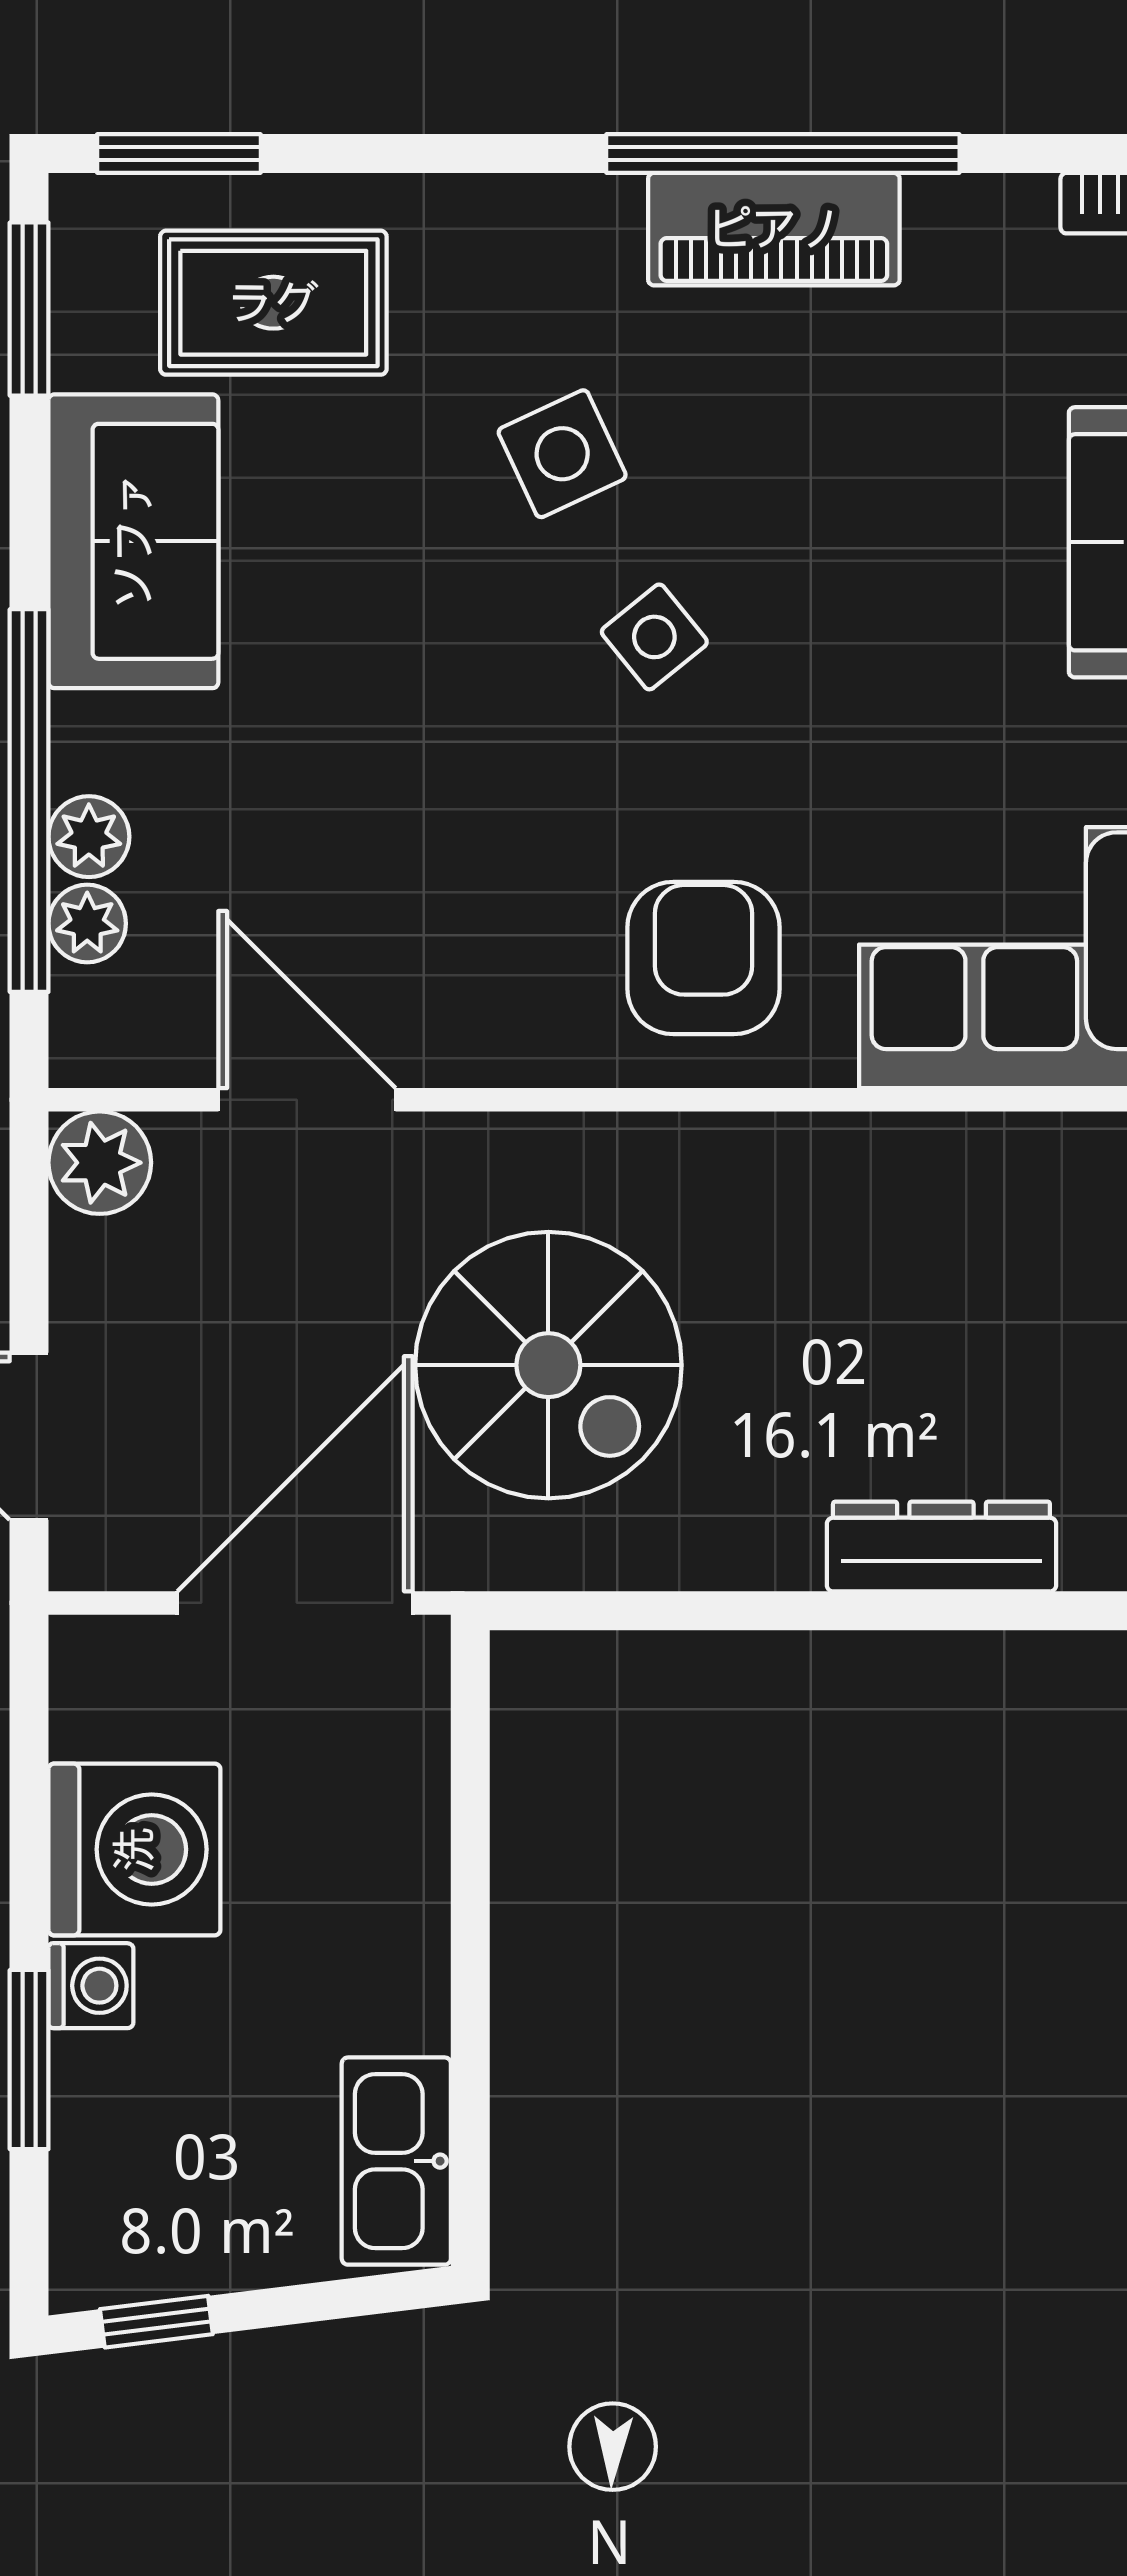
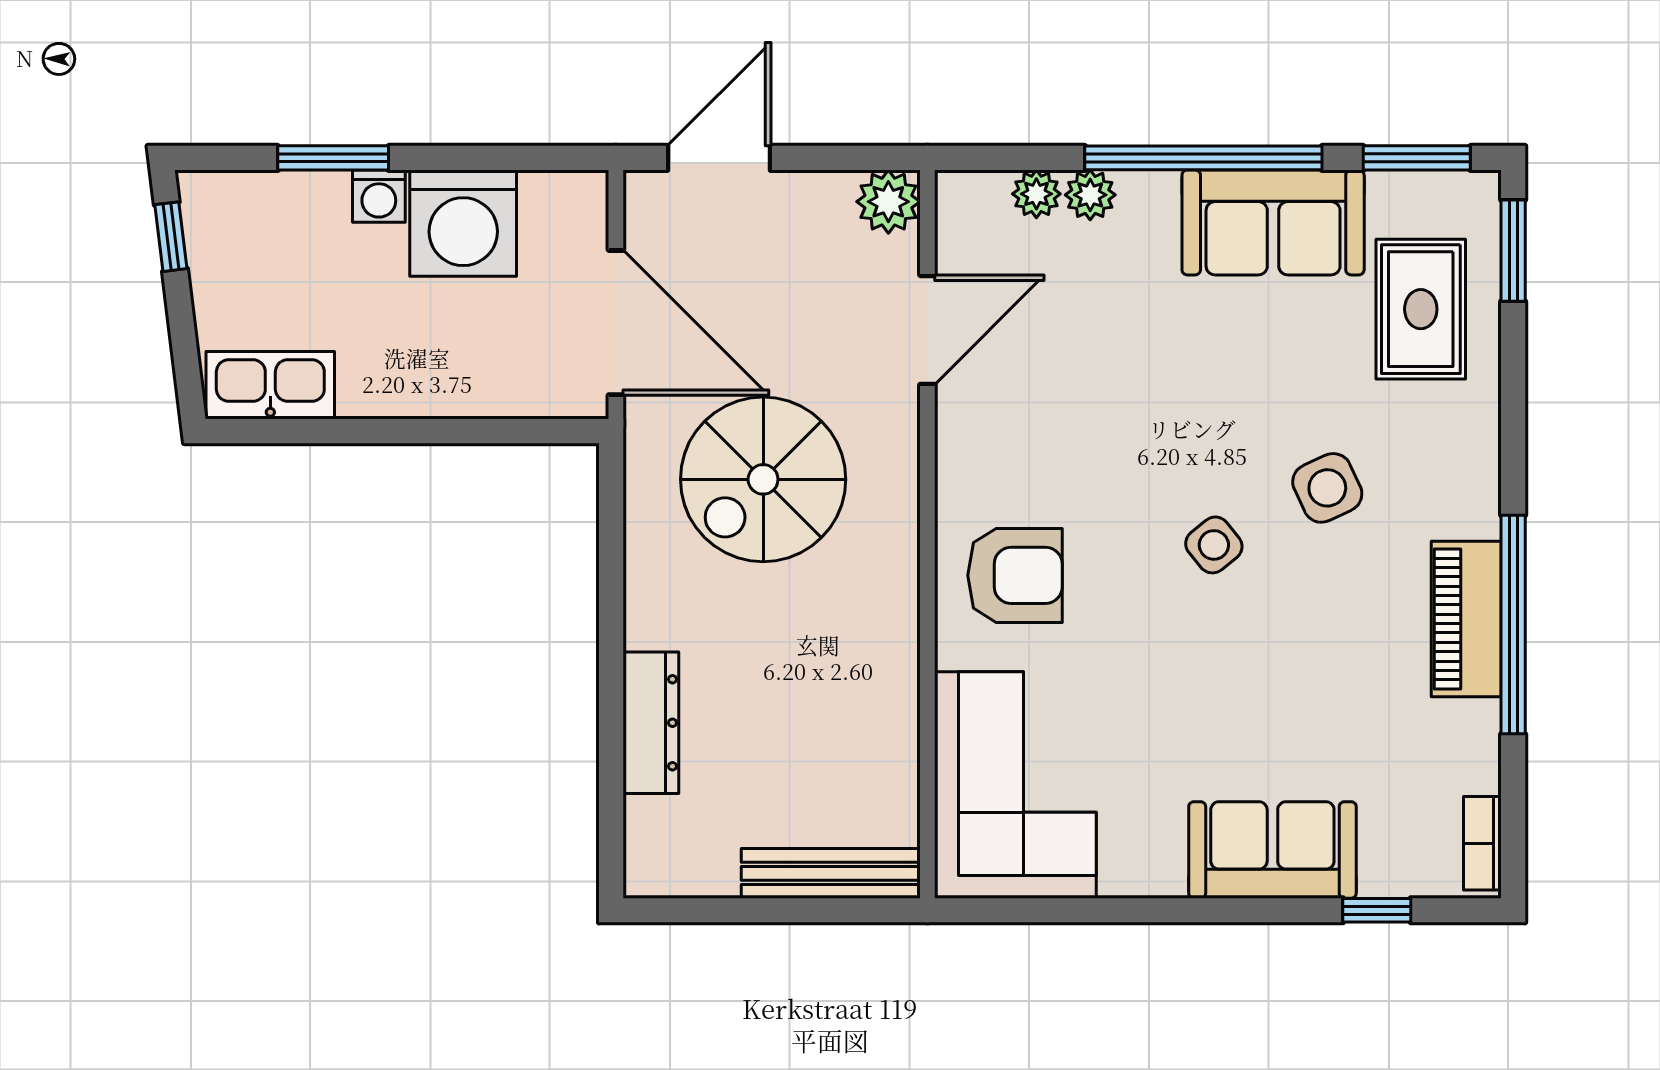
window: (29, 801) -> (1203, 158), moved

